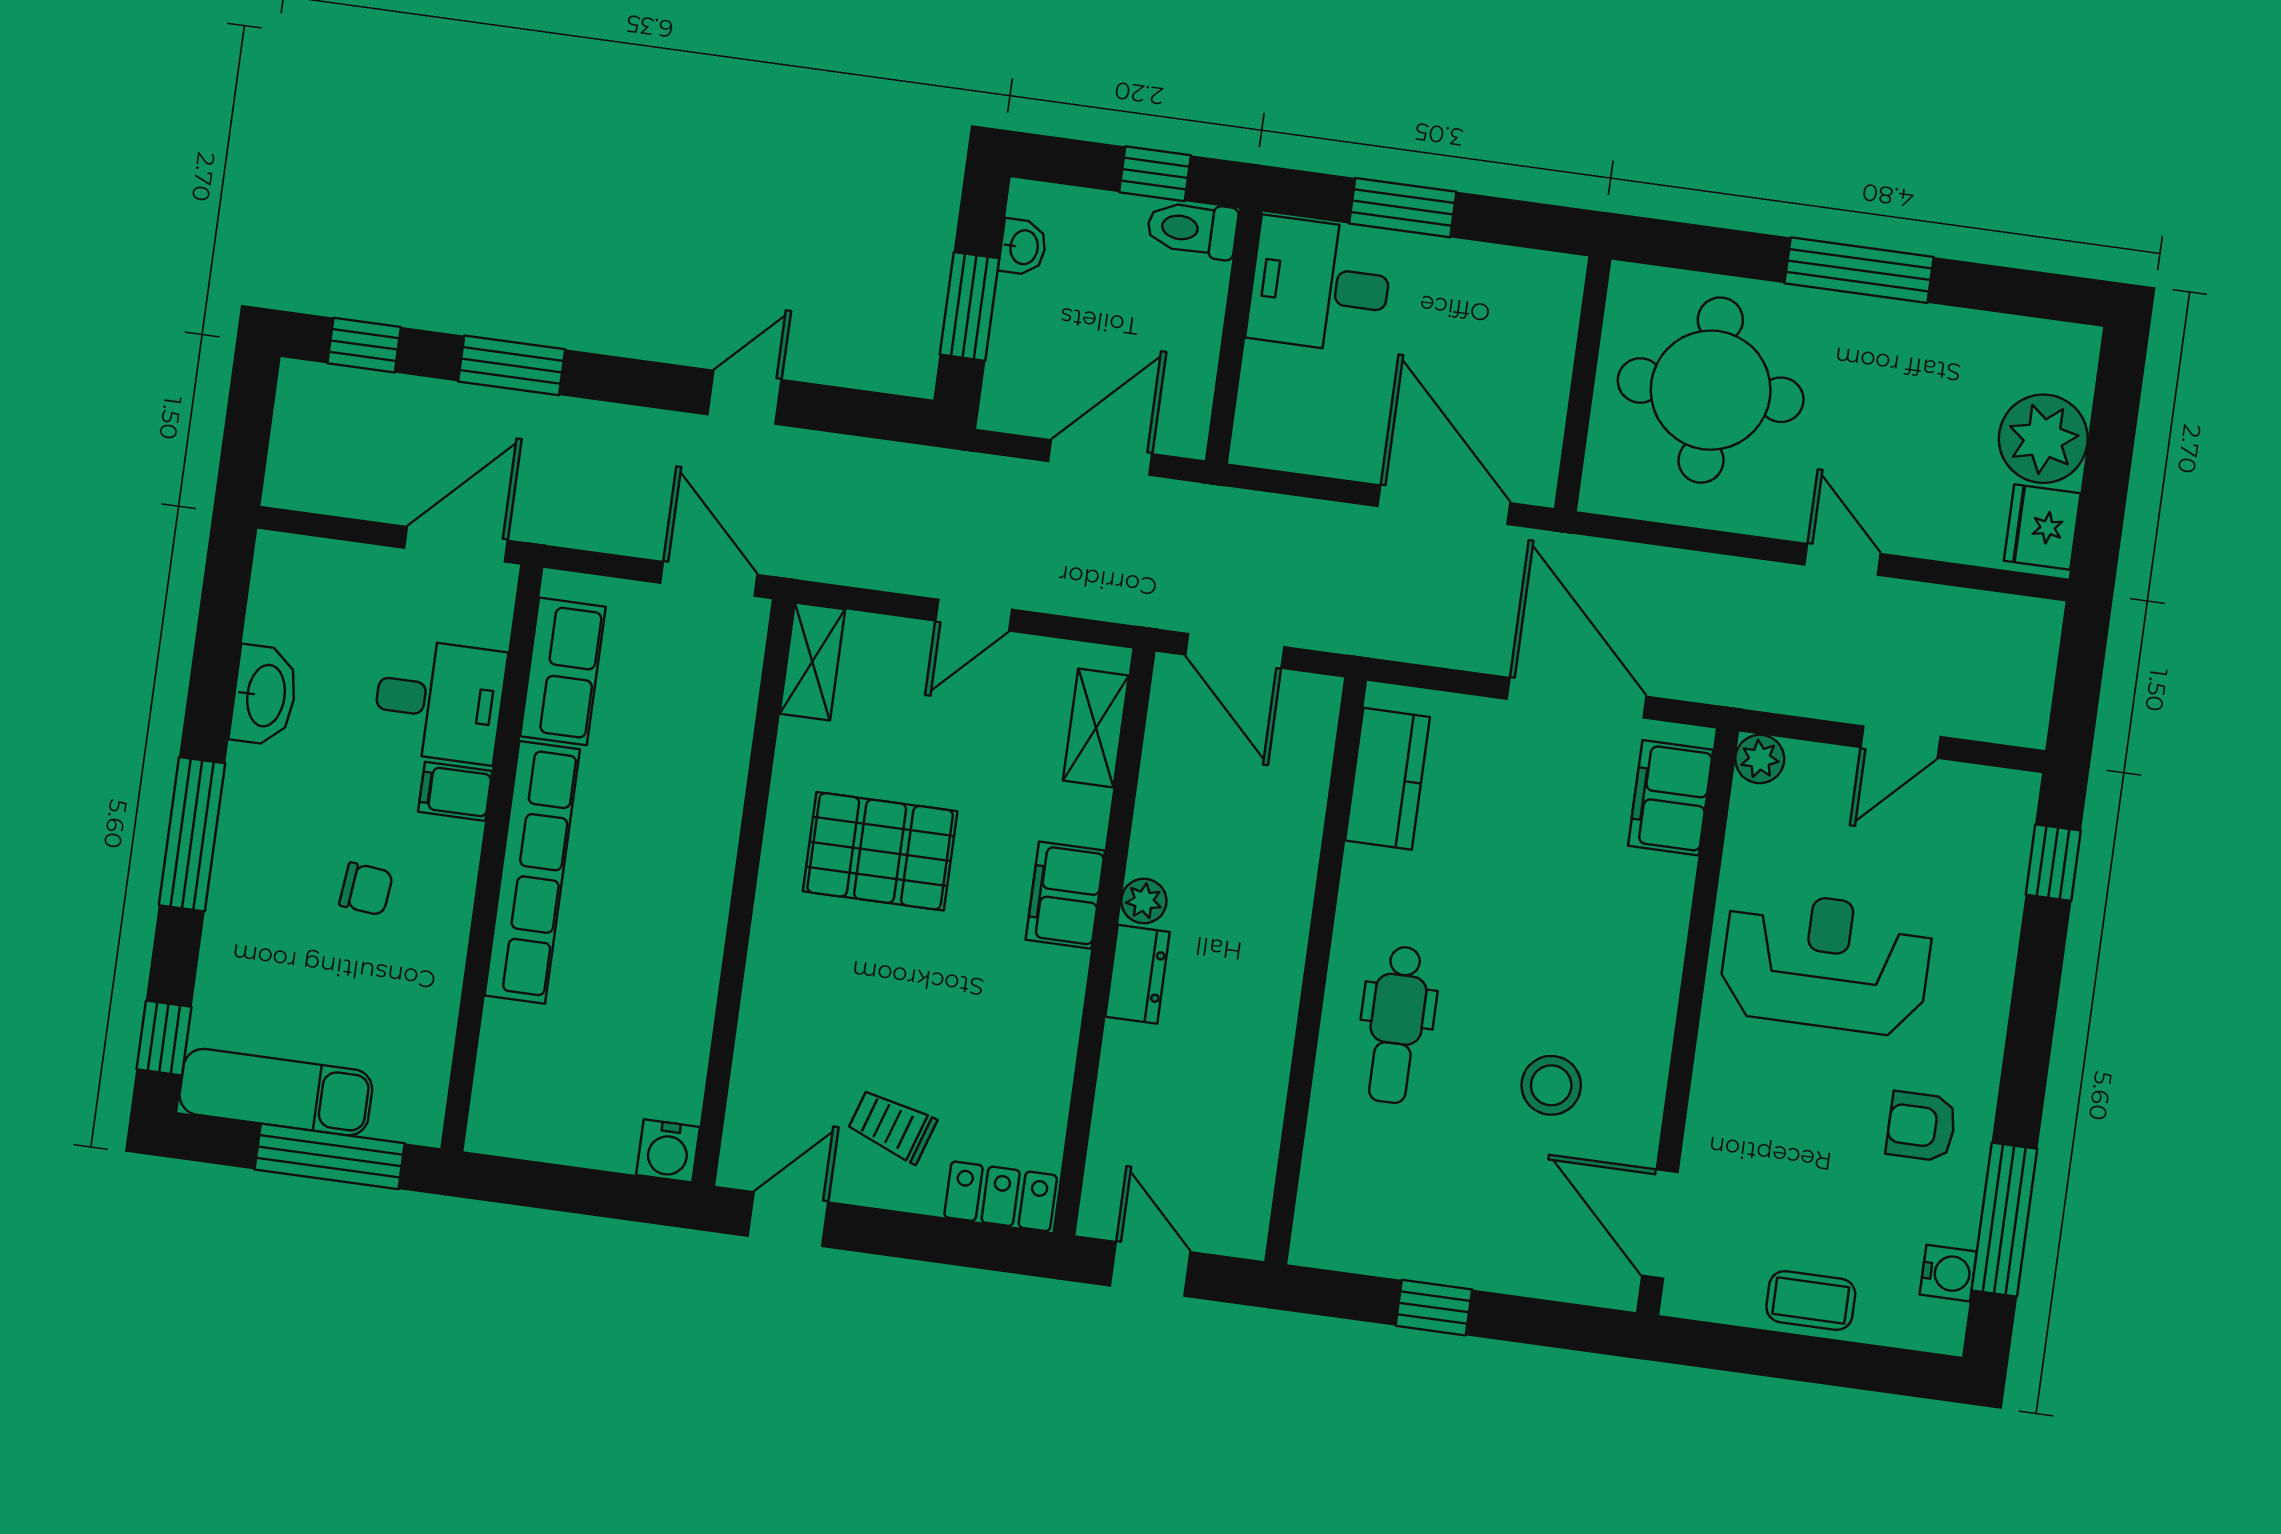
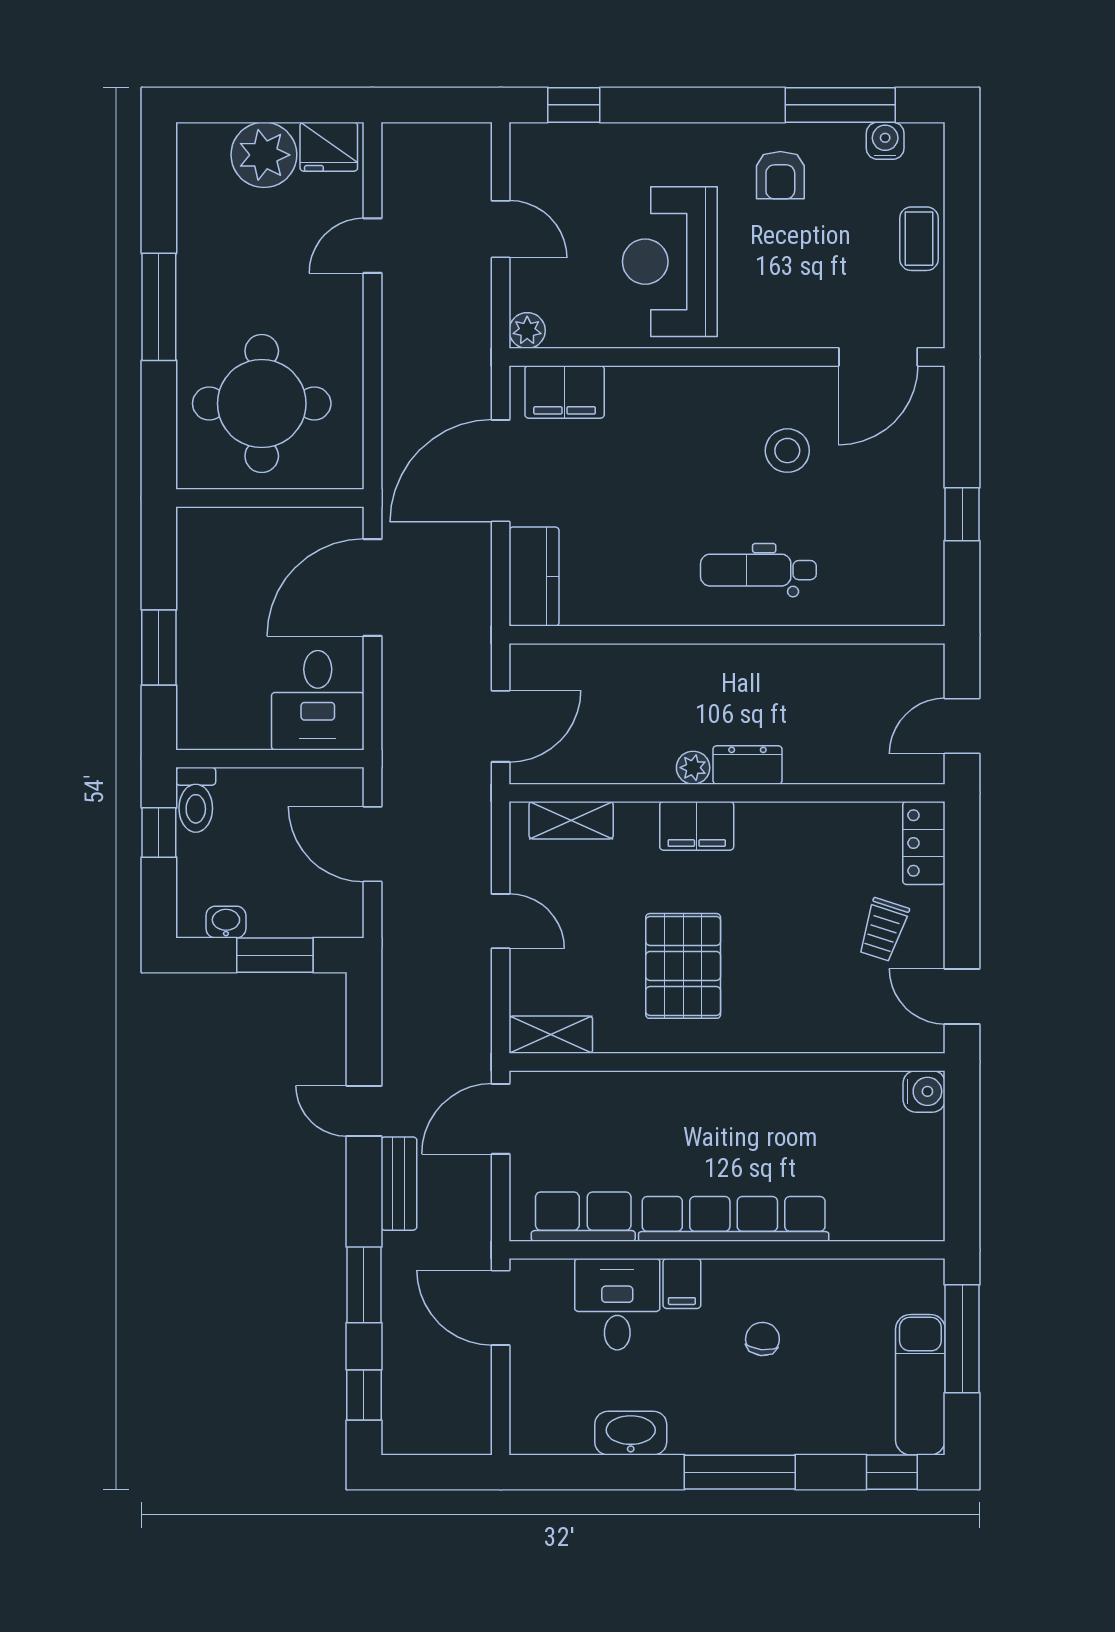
desk: (1320, 285) -> (318, 700), moved
bench: (641, 431) -> (399, 1184), added
door: (1843, 559) -> (372, 246), moved
kitchen counter: (1388, 779) -> (534, 577), moved, turned 90
dental chair: (1396, 1025) -> (758, 570), turned 180

